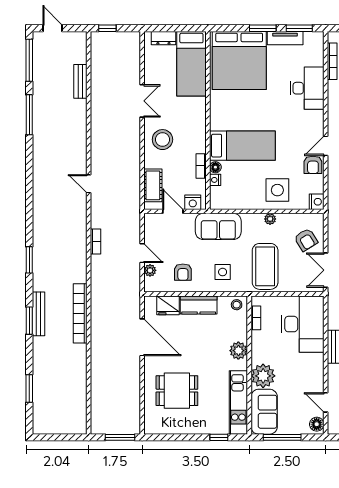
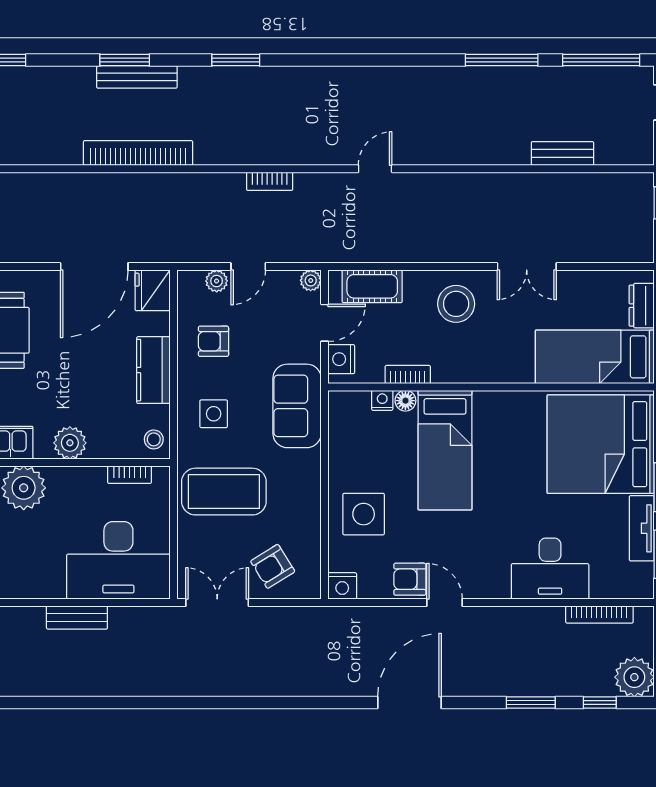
plant: (270, 219) -> (311, 280), moved
fridge: (168, 305) -> (153, 290), moved

